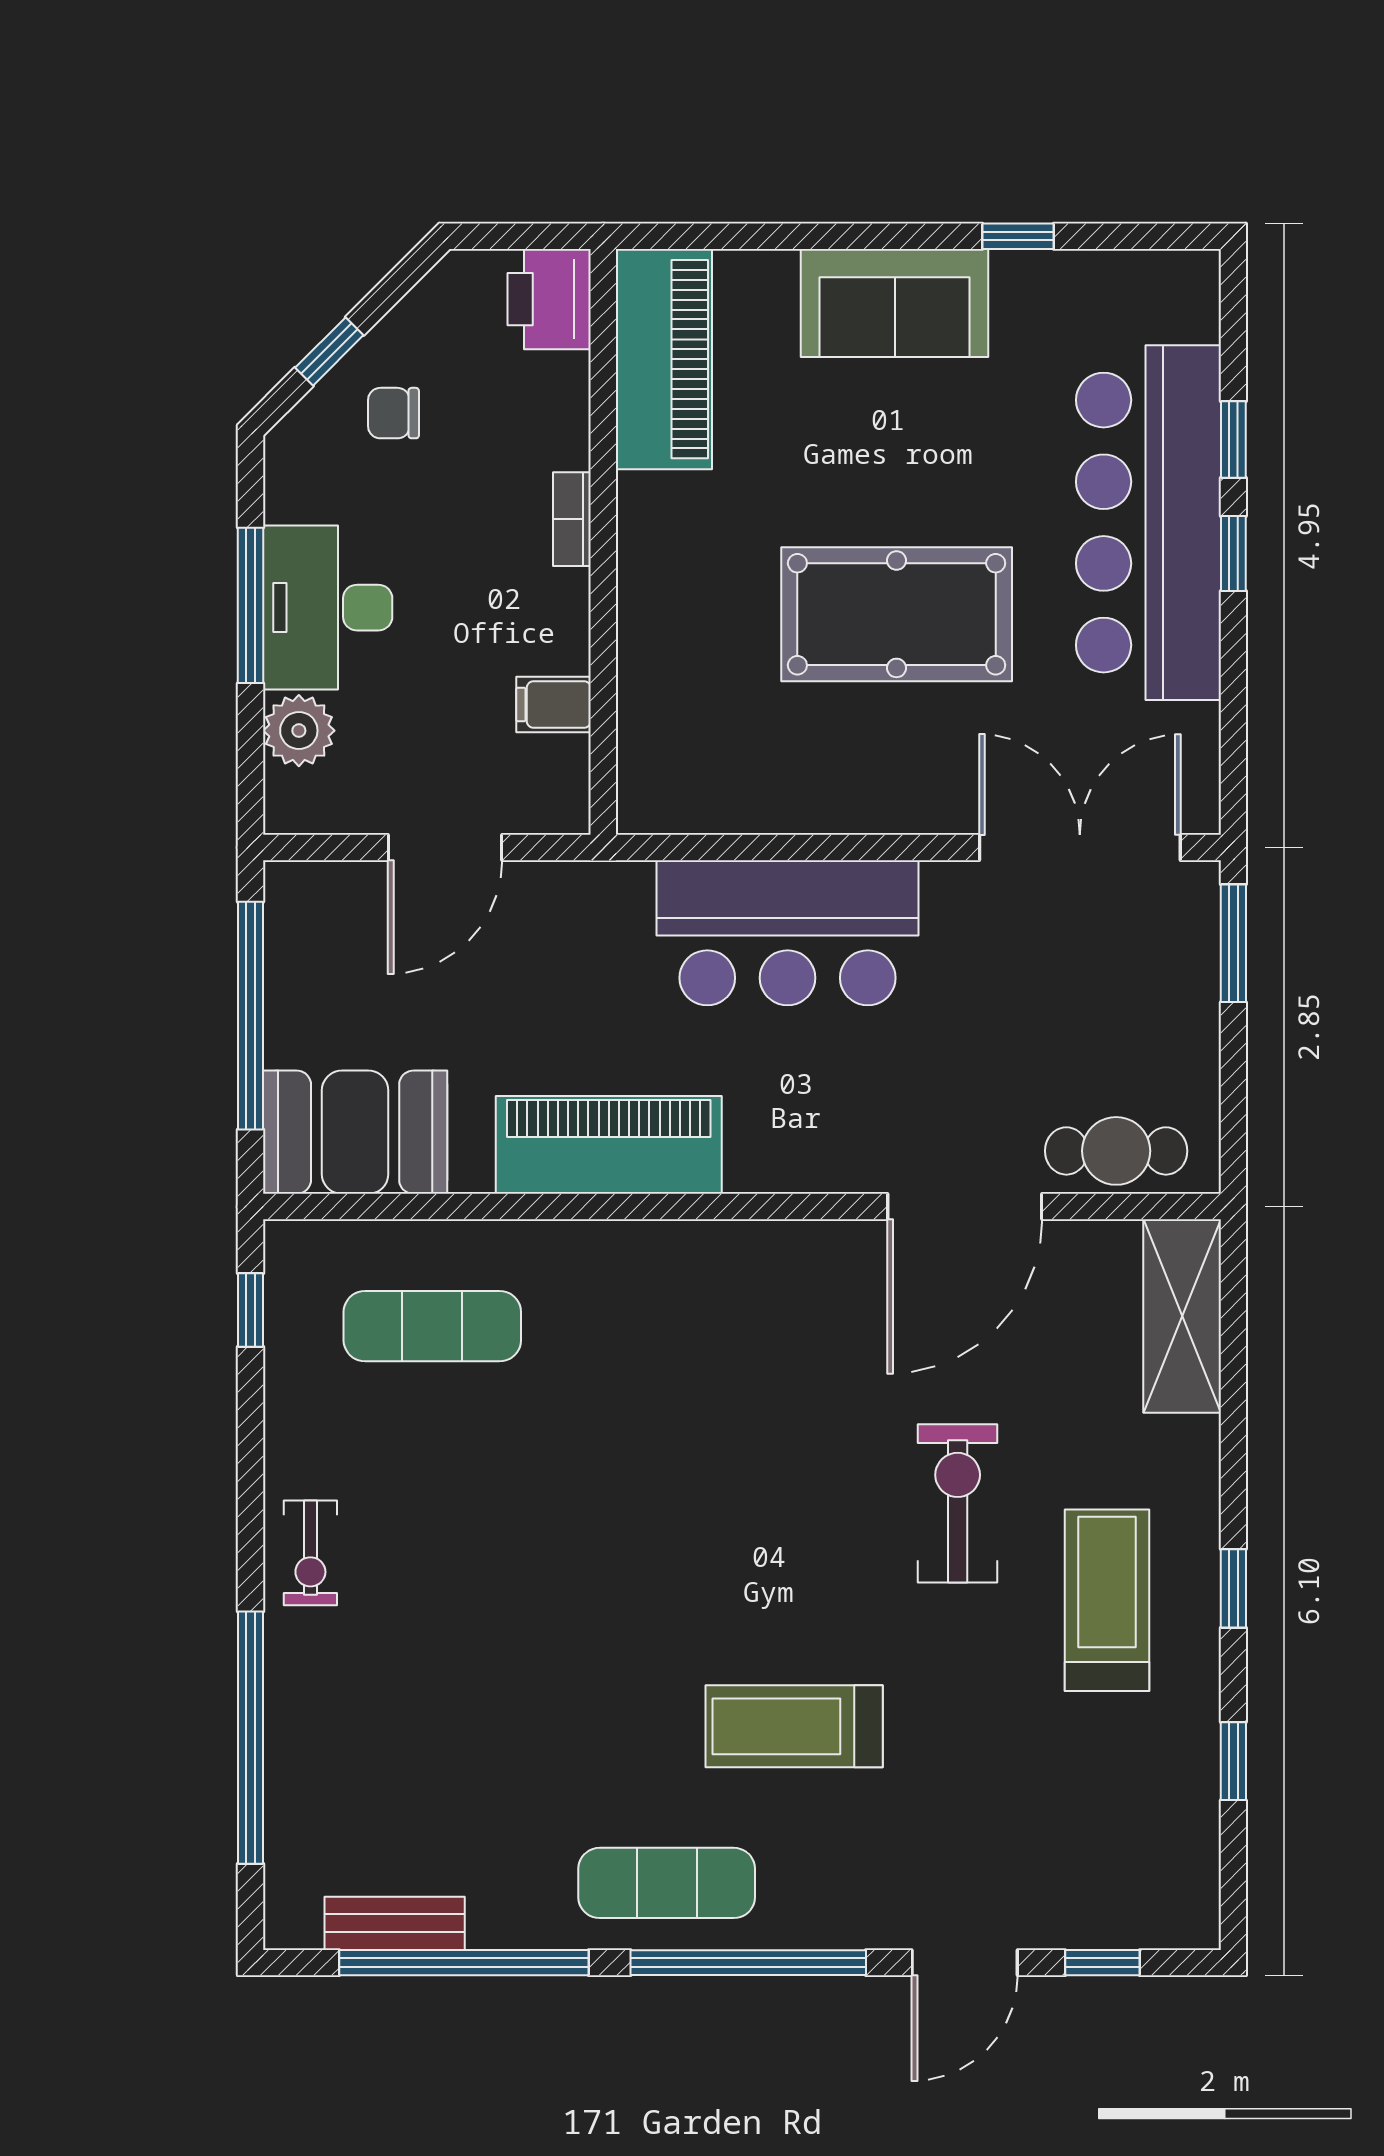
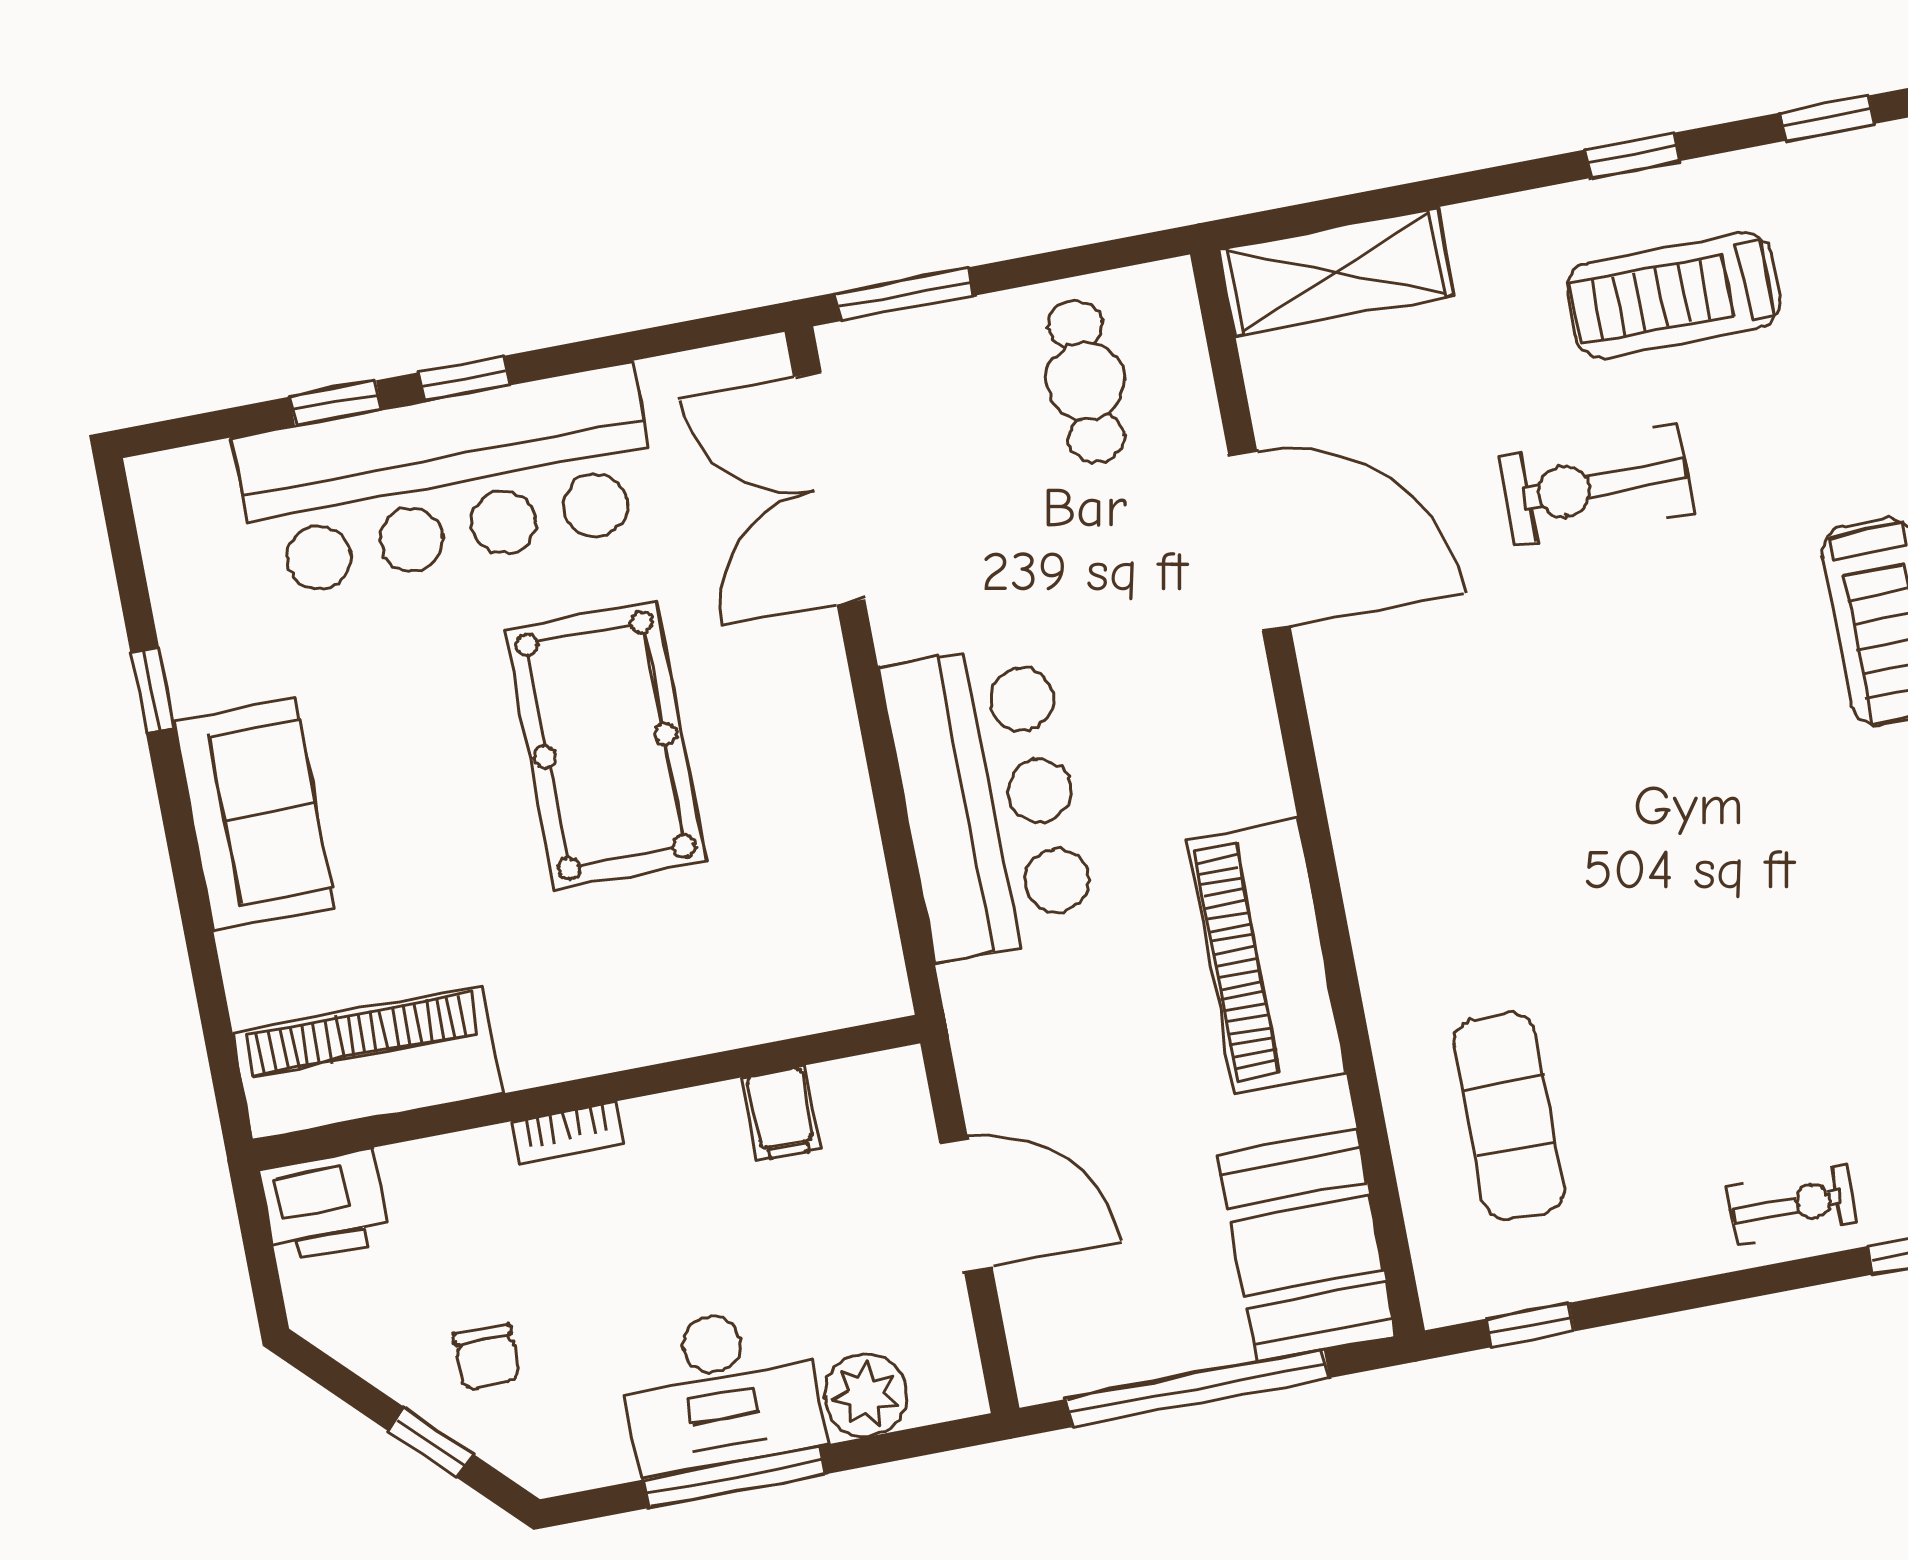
cafe table: (1116, 1151) -> (1086, 381), moved

